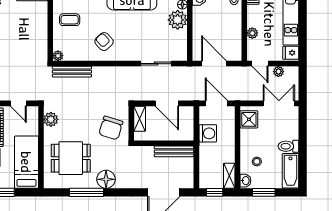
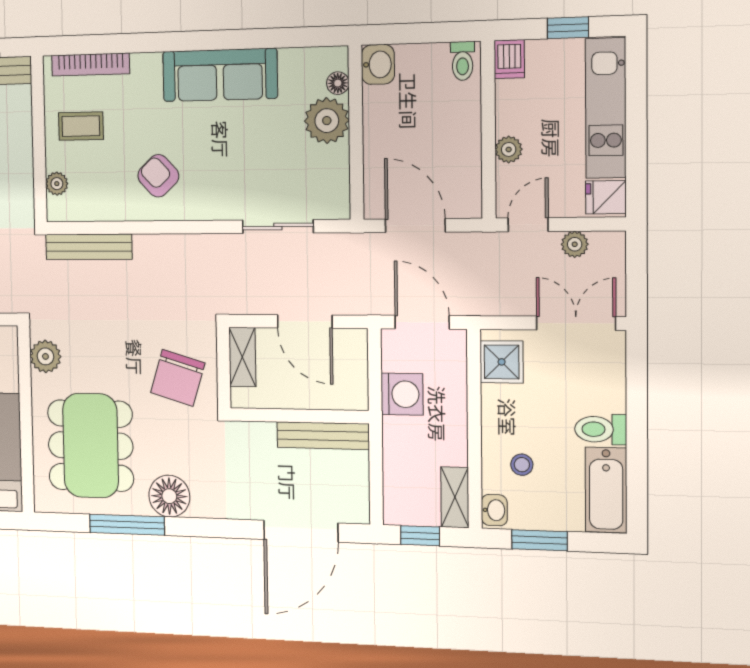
plant: (58, 56) -> (57, 184), moved
door: (260, 64) -> (528, 225), swing flipped
dining table: (71, 158) -> (91, 446), width x1.38

